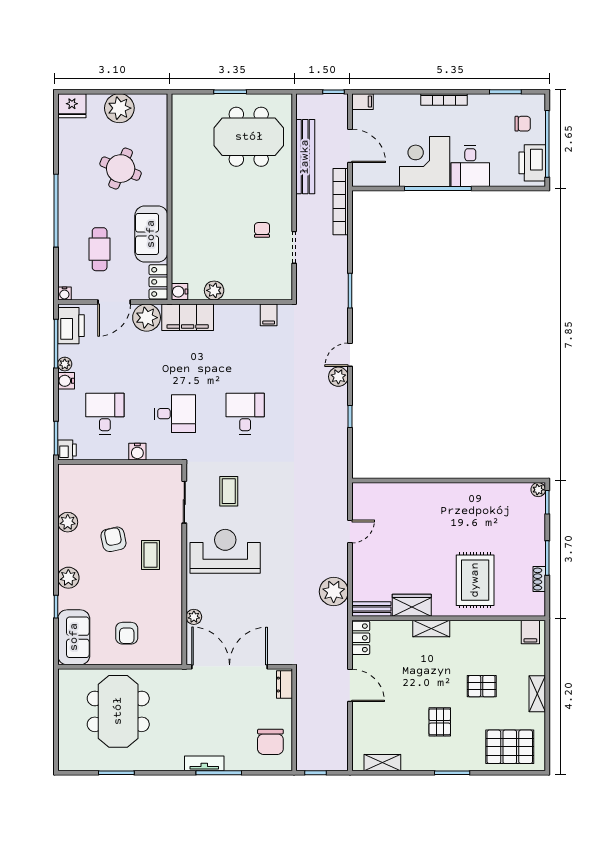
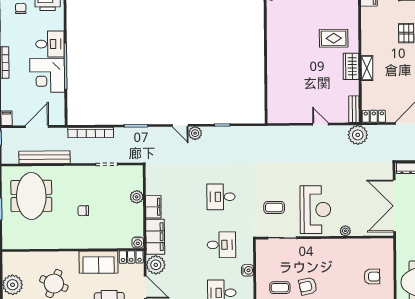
bookcase: (341, 202) -> (91, 133), moved
chair: (262, 230) -> (83, 211), moved
plant: (214, 290) -> (137, 197), moved
filing cabinet: (269, 315) -> (153, 207), moved, width x2.00
desk: (175, 414) -> (221, 245), turned 90
door: (350, 532) -> (321, 124), moved
reception desk: (225, 551) -> (315, 210), turned 180
coffee table: (150, 555) -> (280, 288), moved
rug: (475, 580) -> (334, 38), width x0.73, depth x0.70
plant: (334, 592) -> (358, 135), moved
wardrobe: (412, 605) -> (351, 66), moved
plant: (194, 617) -> (345, 231), moved

